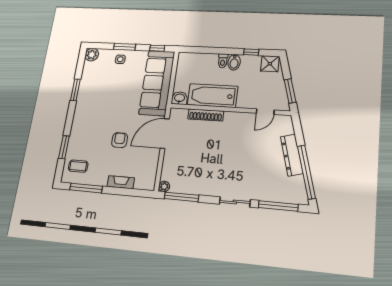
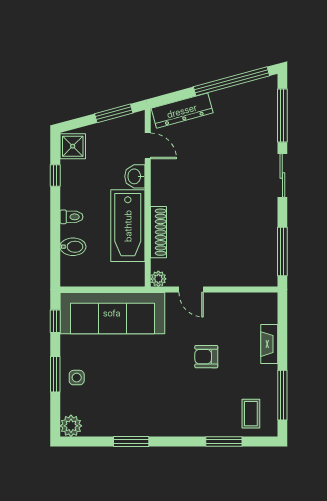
bidet: (234, 62) -> (73, 247), moved
washbasin: (179, 98) -> (135, 176), moved
door: (165, 133) -> (191, 289), width x0.53
dresser: (292, 155) -> (182, 111), moved
plant: (164, 186) -> (158, 279), moved

